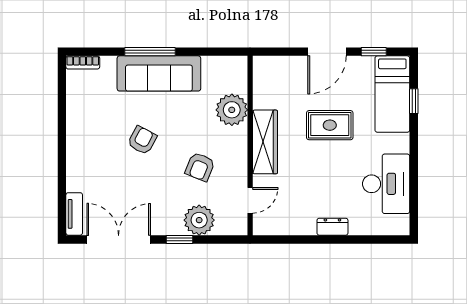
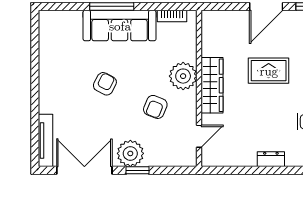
bookcase: (83, 62) -> (172, 16), moved
plant: (232, 110) -> (183, 76), moved
tv unit: (74, 214) -> (46, 140), width x1.41
plant: (199, 220) -> (130, 153), moved

